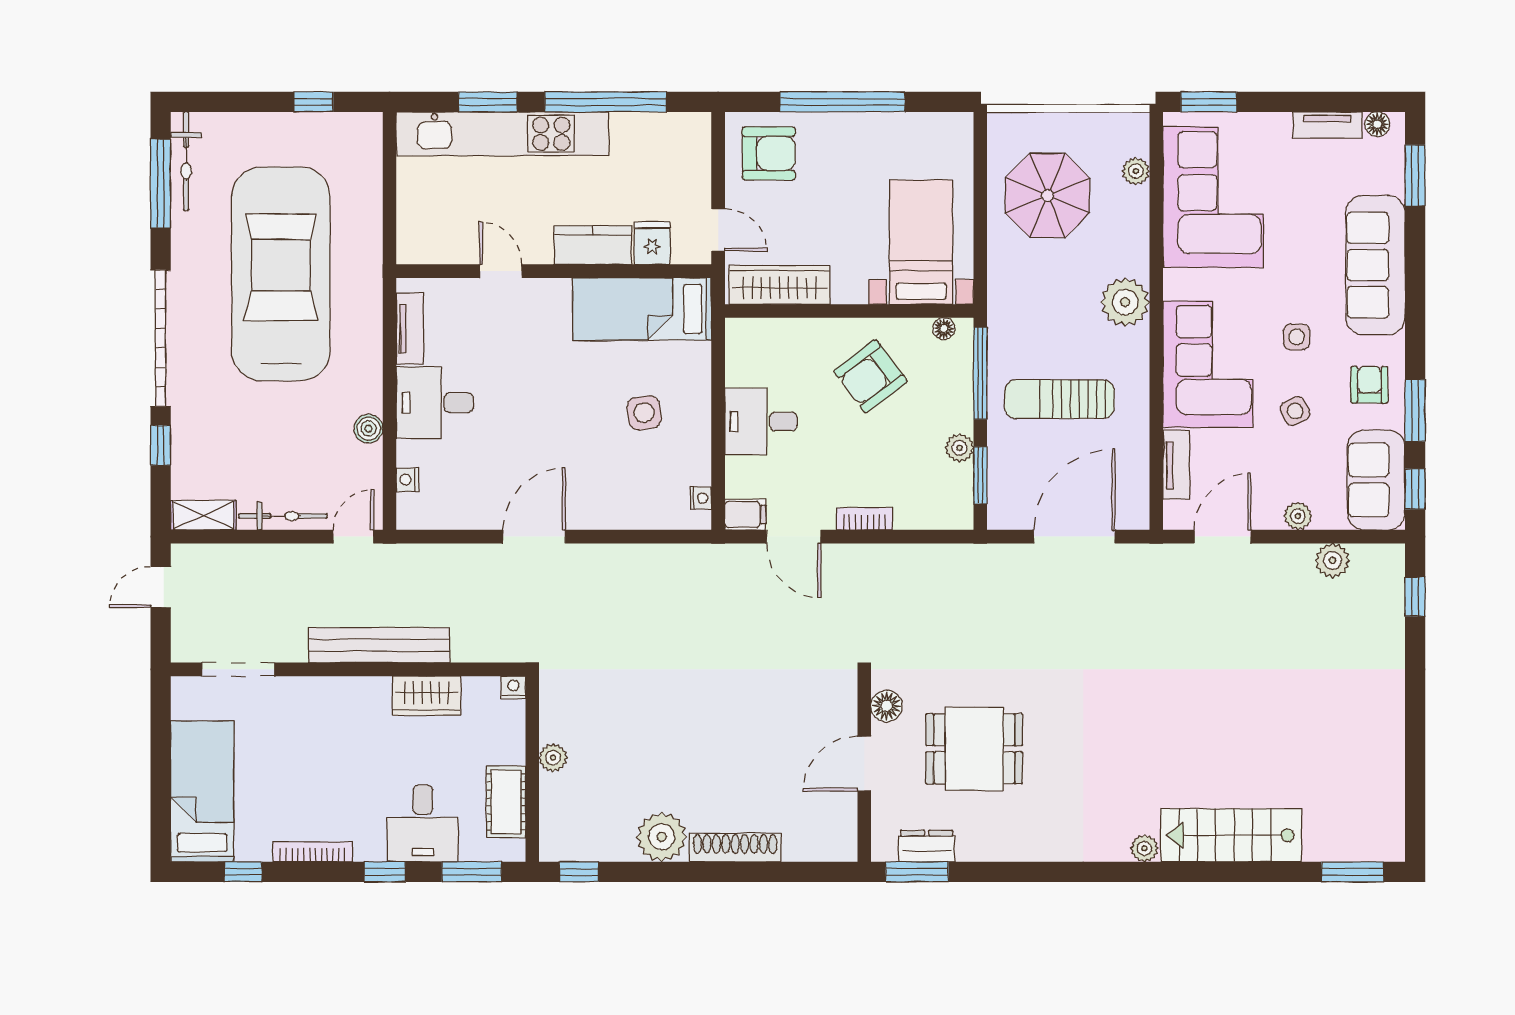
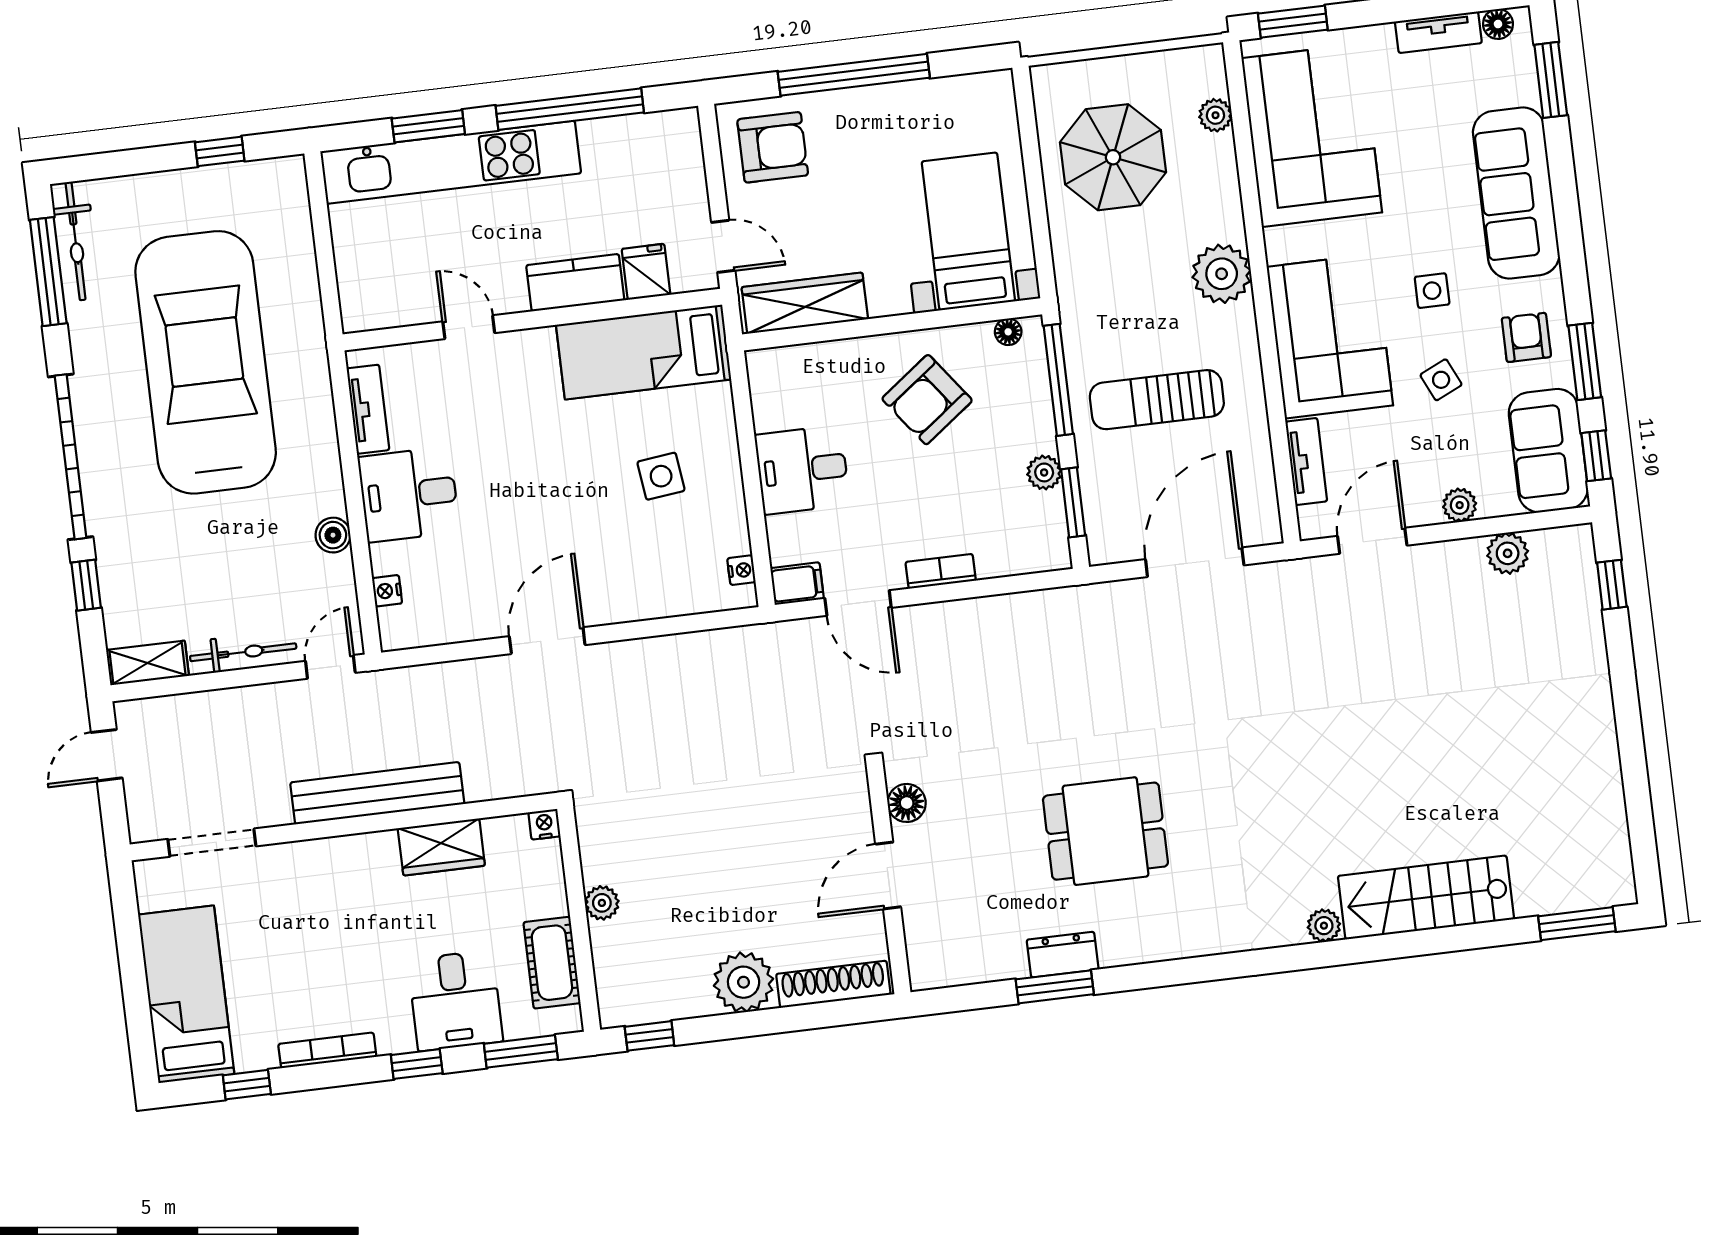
floor lamp: (887, 706) -> (907, 803), moved
door: (864, 764) -> (888, 875), moved
wall: (864, 769) -> (889, 882), moved

